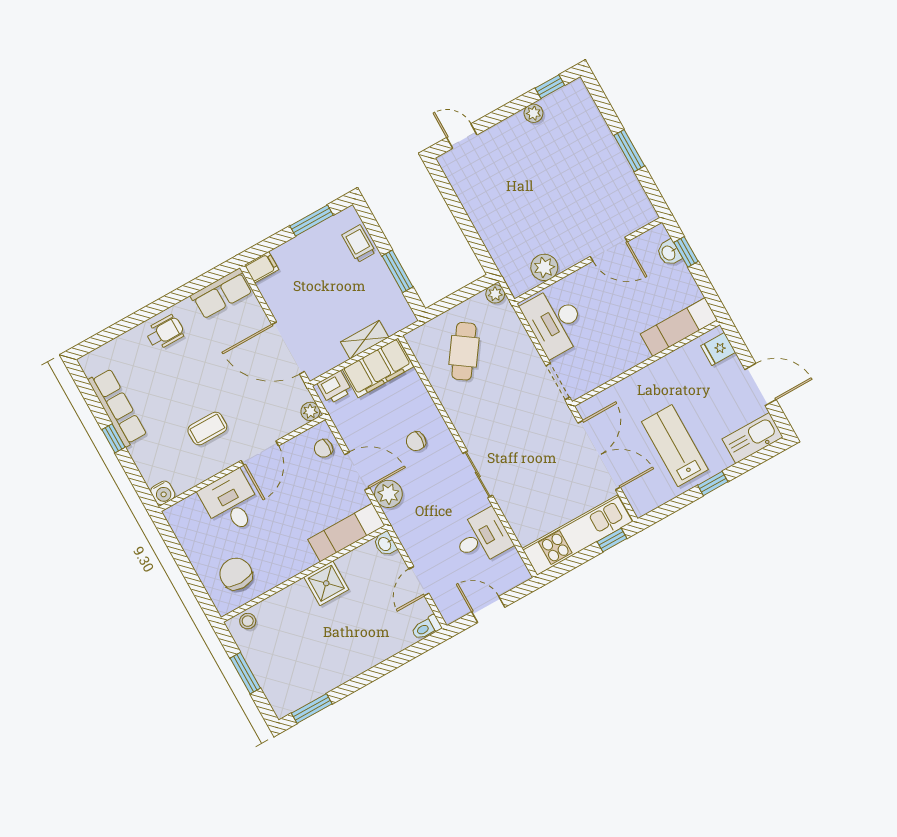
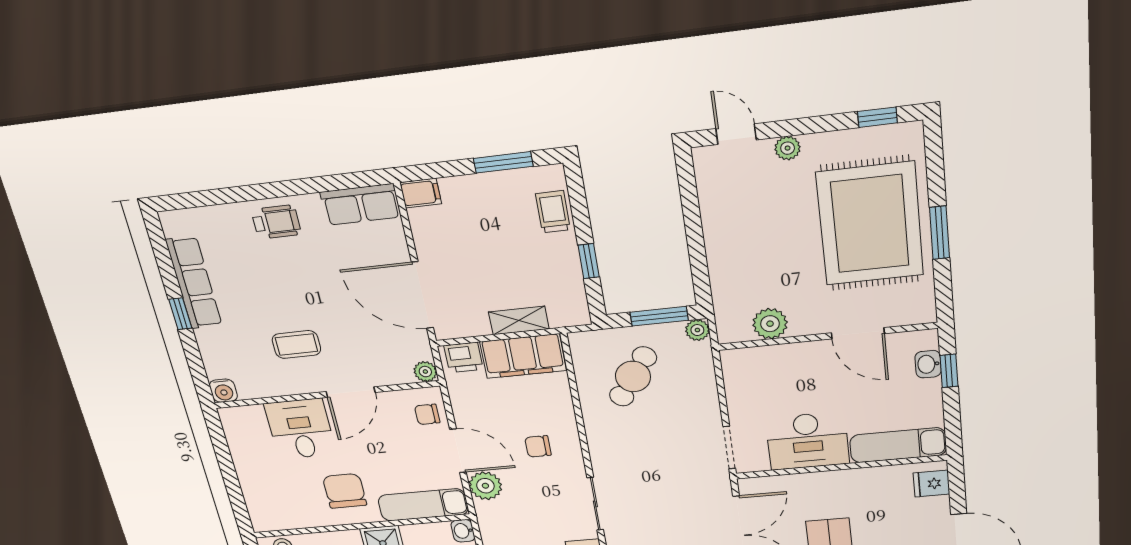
plant: (533, 113) -> (788, 148), moved
rug: (580, 164) -> (870, 224), added
window: (398, 271) -> (589, 261), width x0.67
window: (464, 294) -> (659, 316), added
desk: (555, 322) -> (807, 441), moved, turned -90
chair: (236, 574) -> (345, 491), moved

